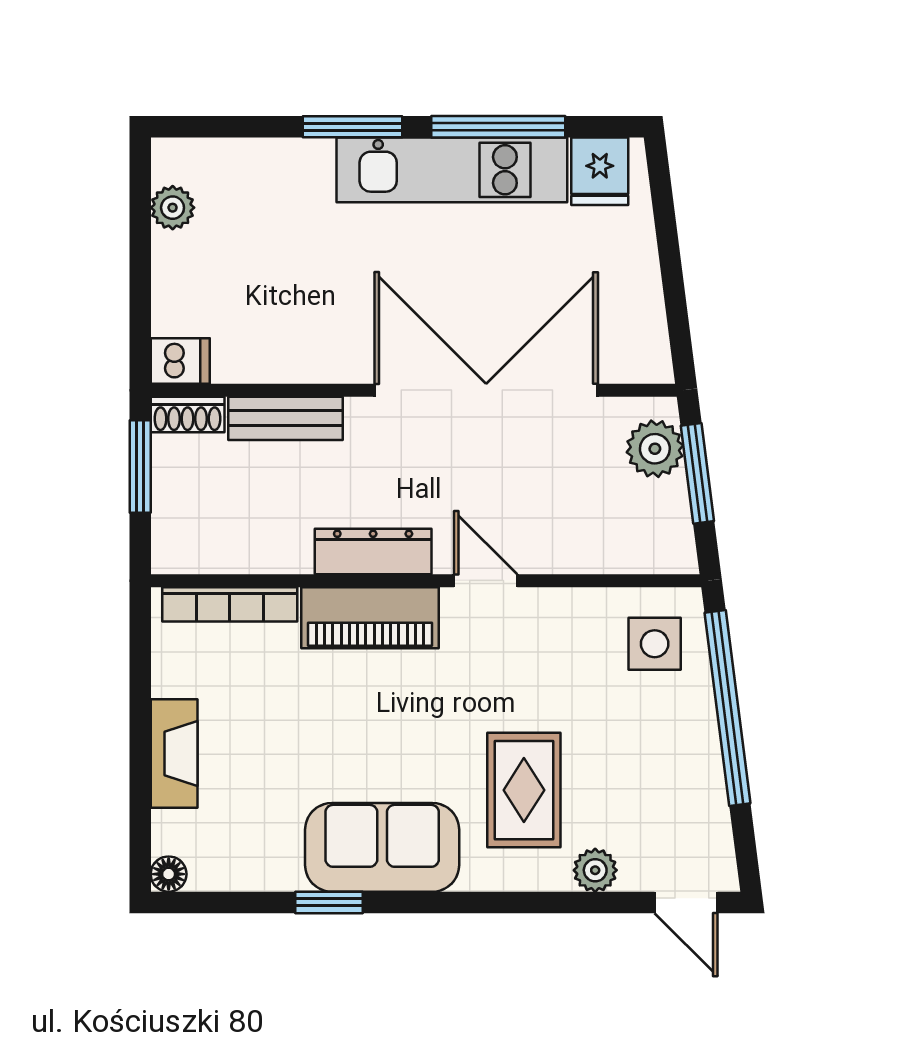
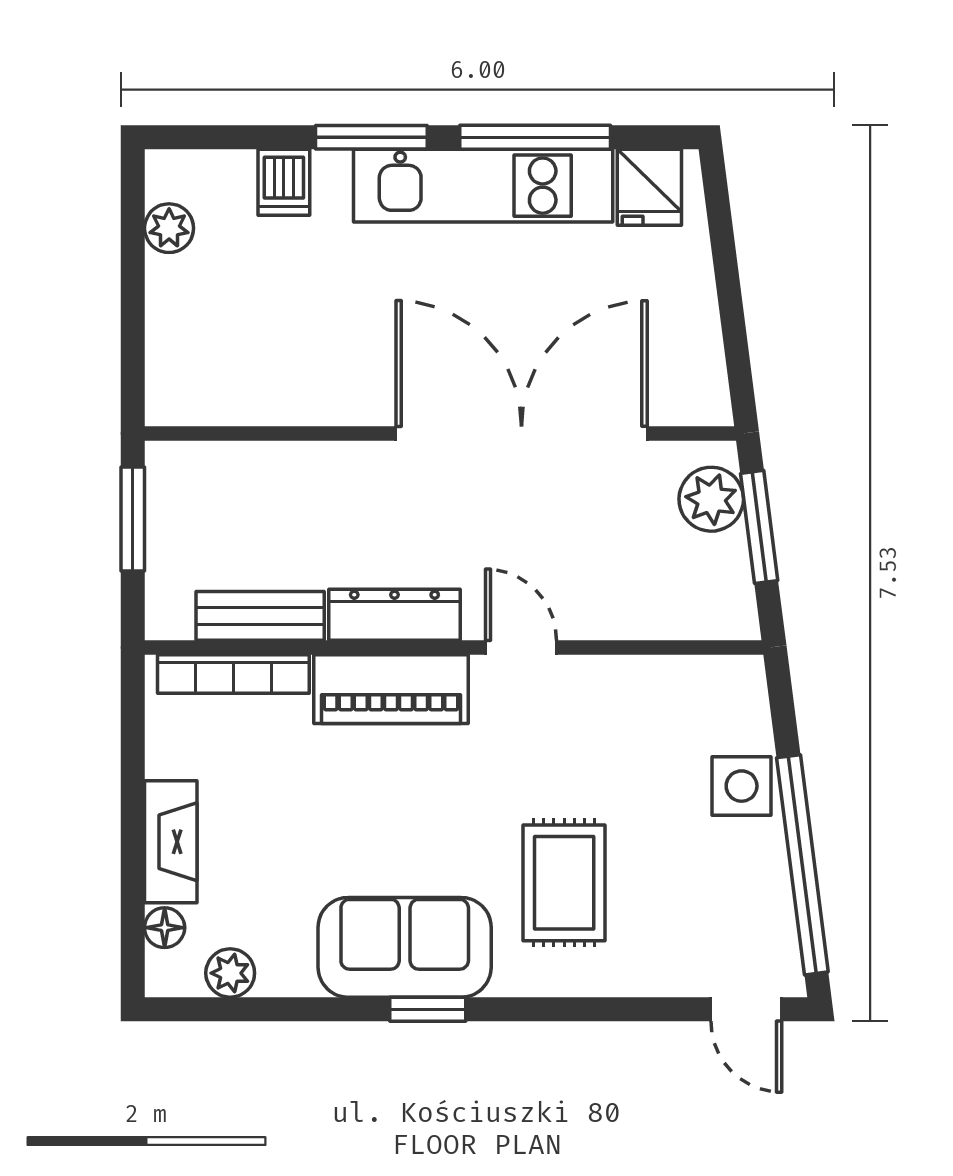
dishwasher: (180, 361) -> (284, 182), moved, turned 90
shoe rack: (188, 414) -> (186, 461), removed
bench: (286, 418) -> (260, 616), moved
side table: (655, 644) -> (742, 786), moved
window: (728, 708) -> (802, 865), moved
plant: (595, 870) -> (230, 973), moved
floor lamp: (169, 874) -> (165, 928), moved
window: (329, 902) -> (428, 1009), moved

